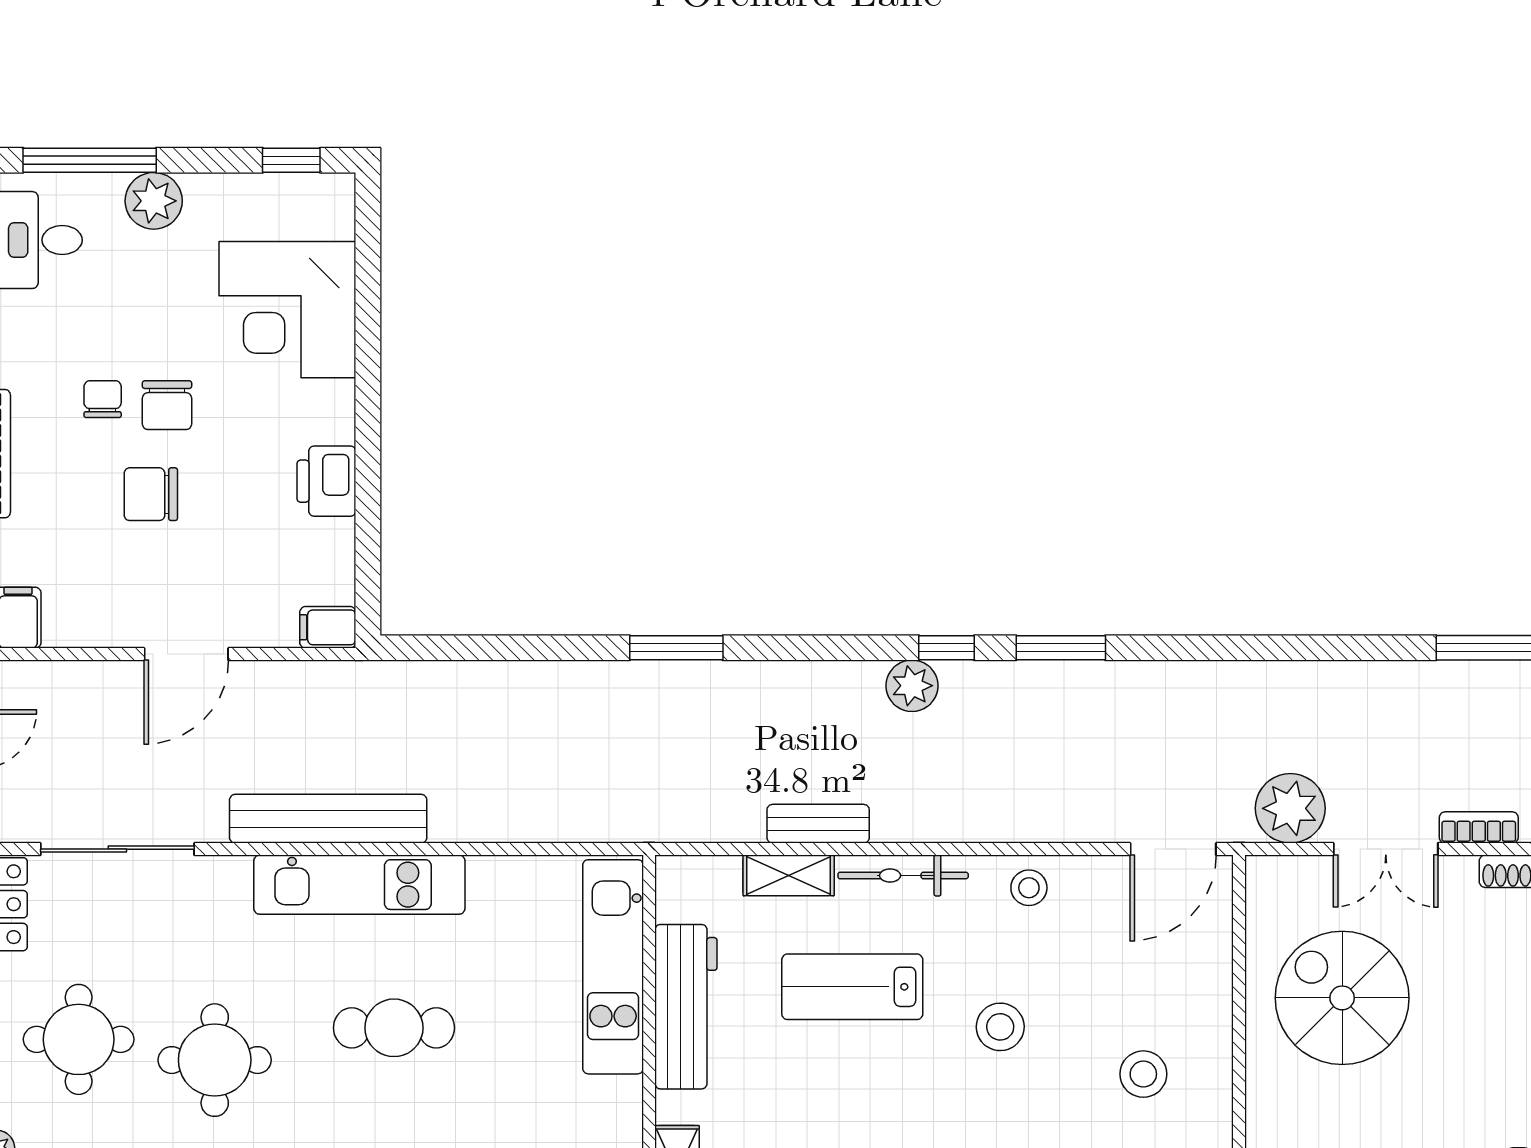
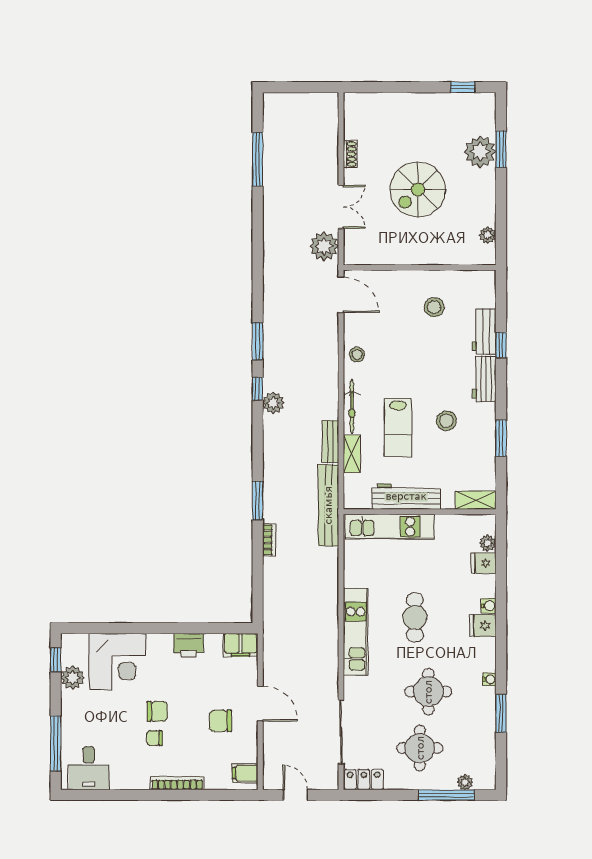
plant: (154, 201) -> (73, 678), moved
chair: (151, 494) -> (221, 721), moved, turned 90
filing cabinet: (328, 627) -> (240, 645), width x2.00
bench: (328, 819) -> (328, 505), moved
bookcase: (1479, 827) -> (269, 540), moved, turned 180
spiral stairs: (1342, 998) -> (418, 189), moved
stool: (1000, 1027) -> (446, 421), moved

